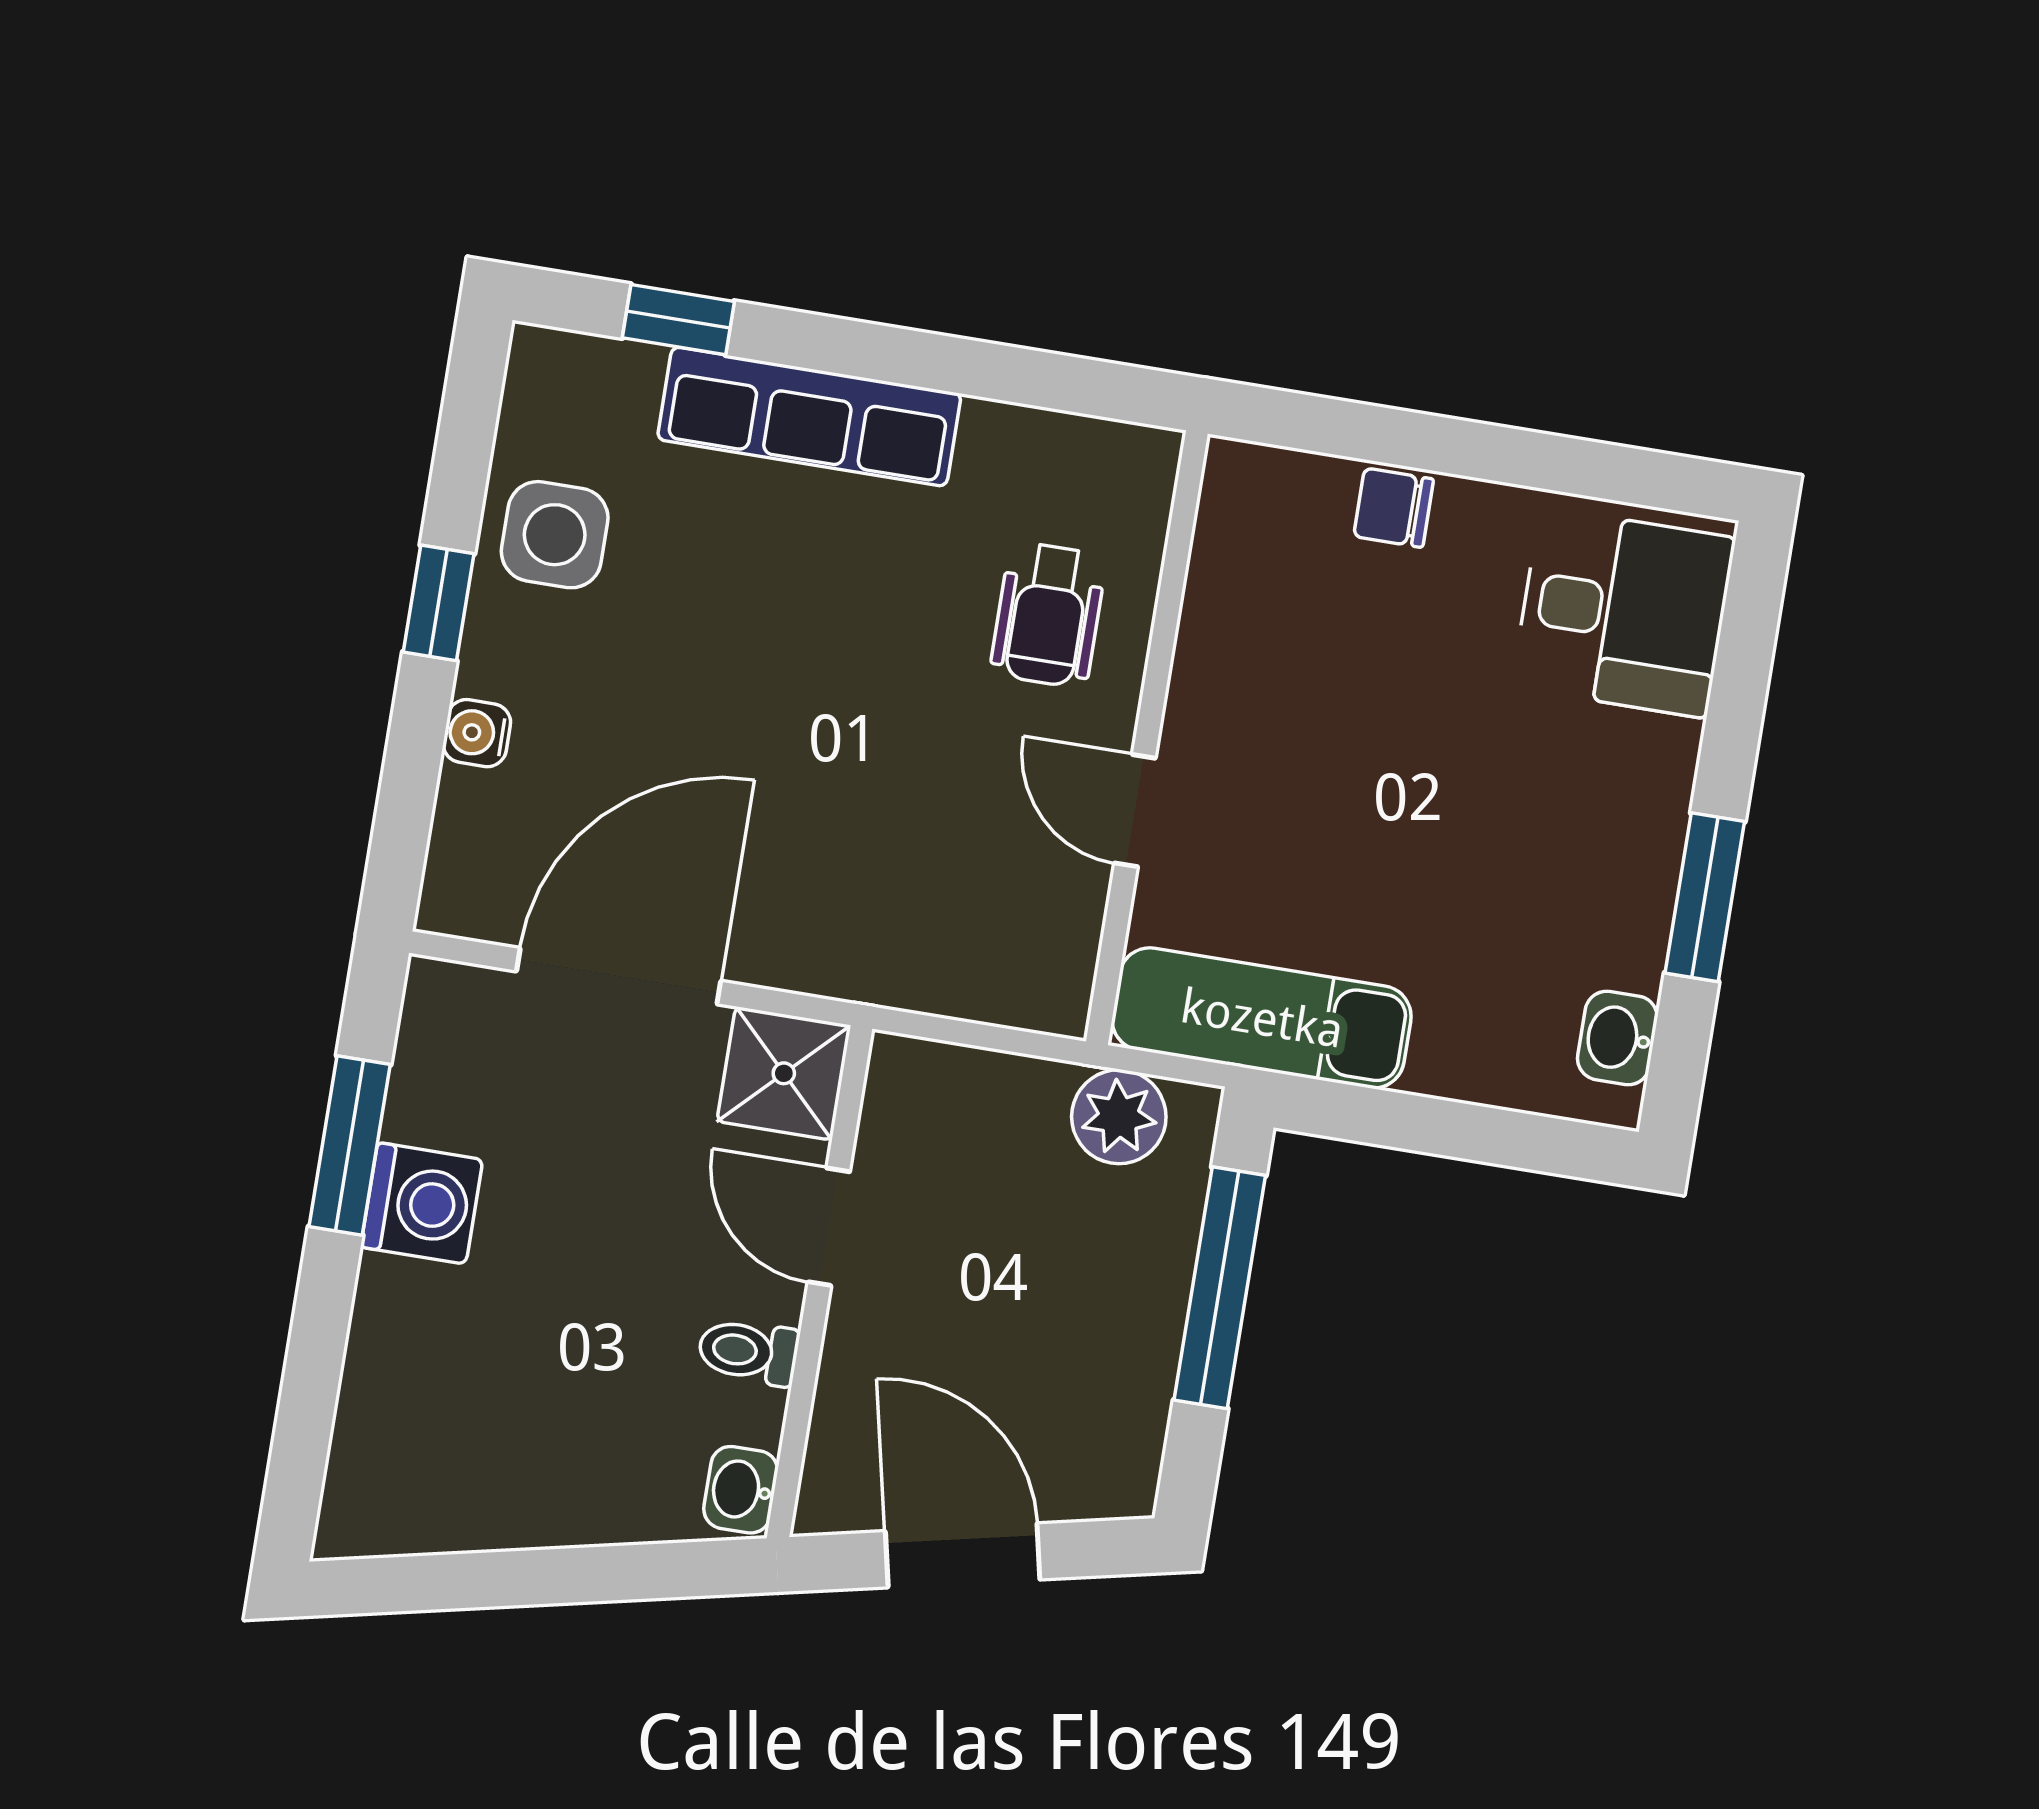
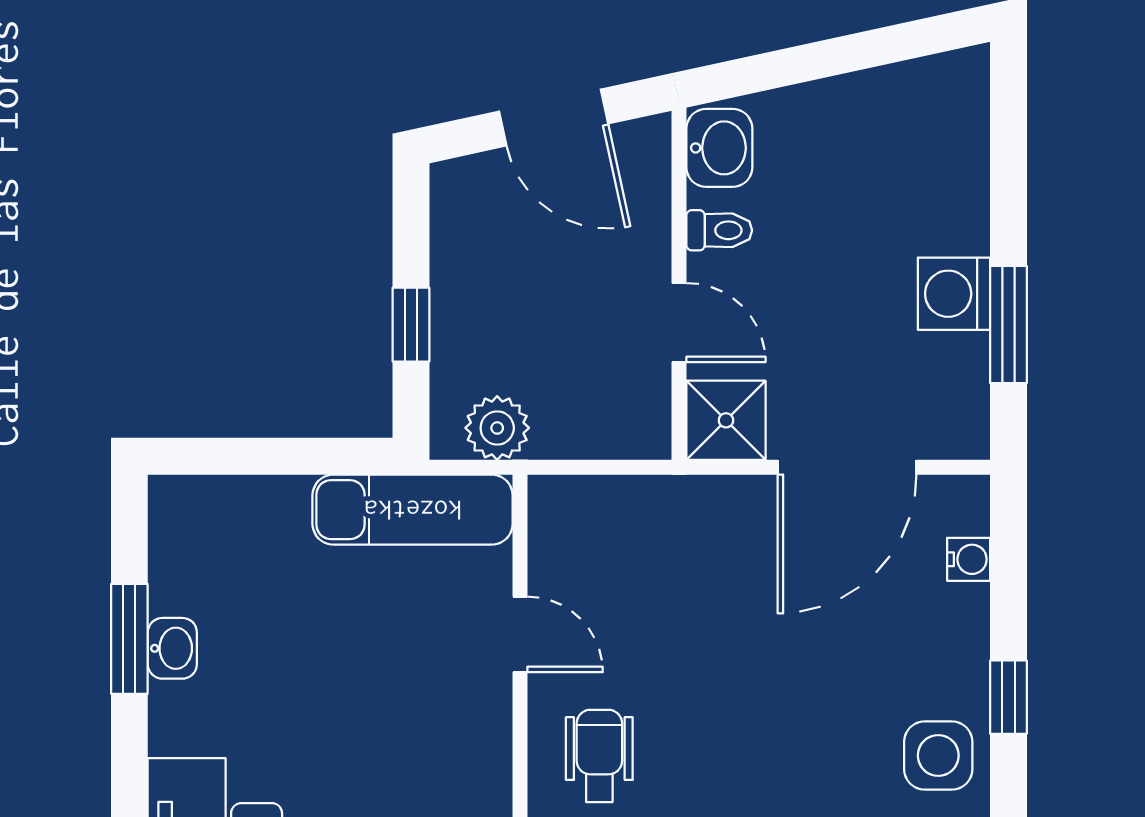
water cooler: (477, 733) -> (969, 559), moved
washbasin: (1617, 1038) -> (172, 648), moved
window: (1220, 1288) -> (411, 325), width x0.46
washbasin: (741, 1490) -> (719, 148), width x1.38, depth x1.45

